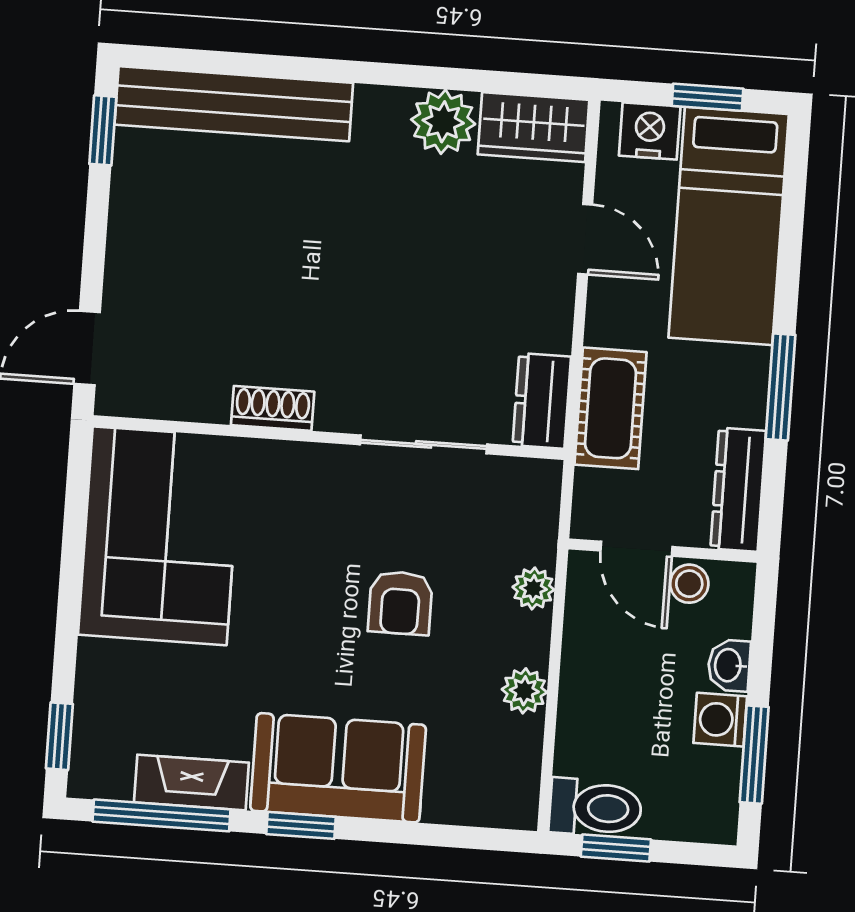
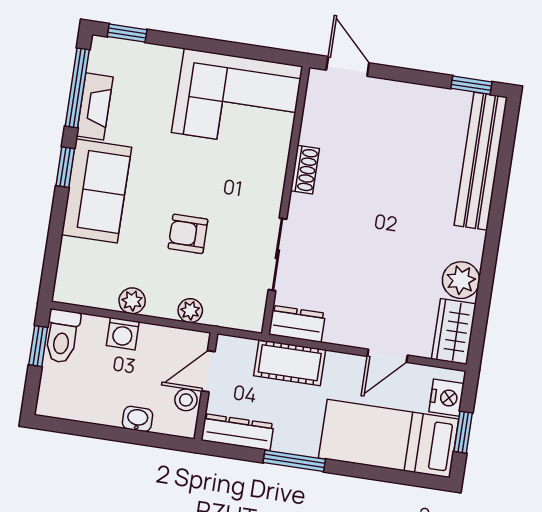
washing machine: (720, 720) -> (123, 334), moved, turned 180
window: (754, 755) -> (85, 429), removed

